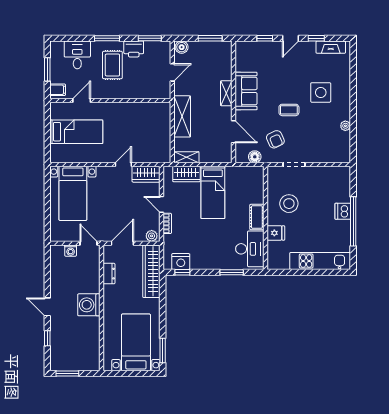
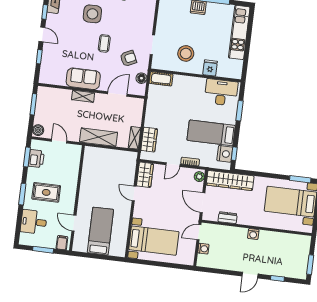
printer: (134, 49) -> (36, 159), moved
bed: (213, 192) -> (211, 133), moved, turned 180
cot: (257, 217) -> (161, 79), moved
washing machine: (89, 305) -> (253, 234), width x0.53, depth x0.53

